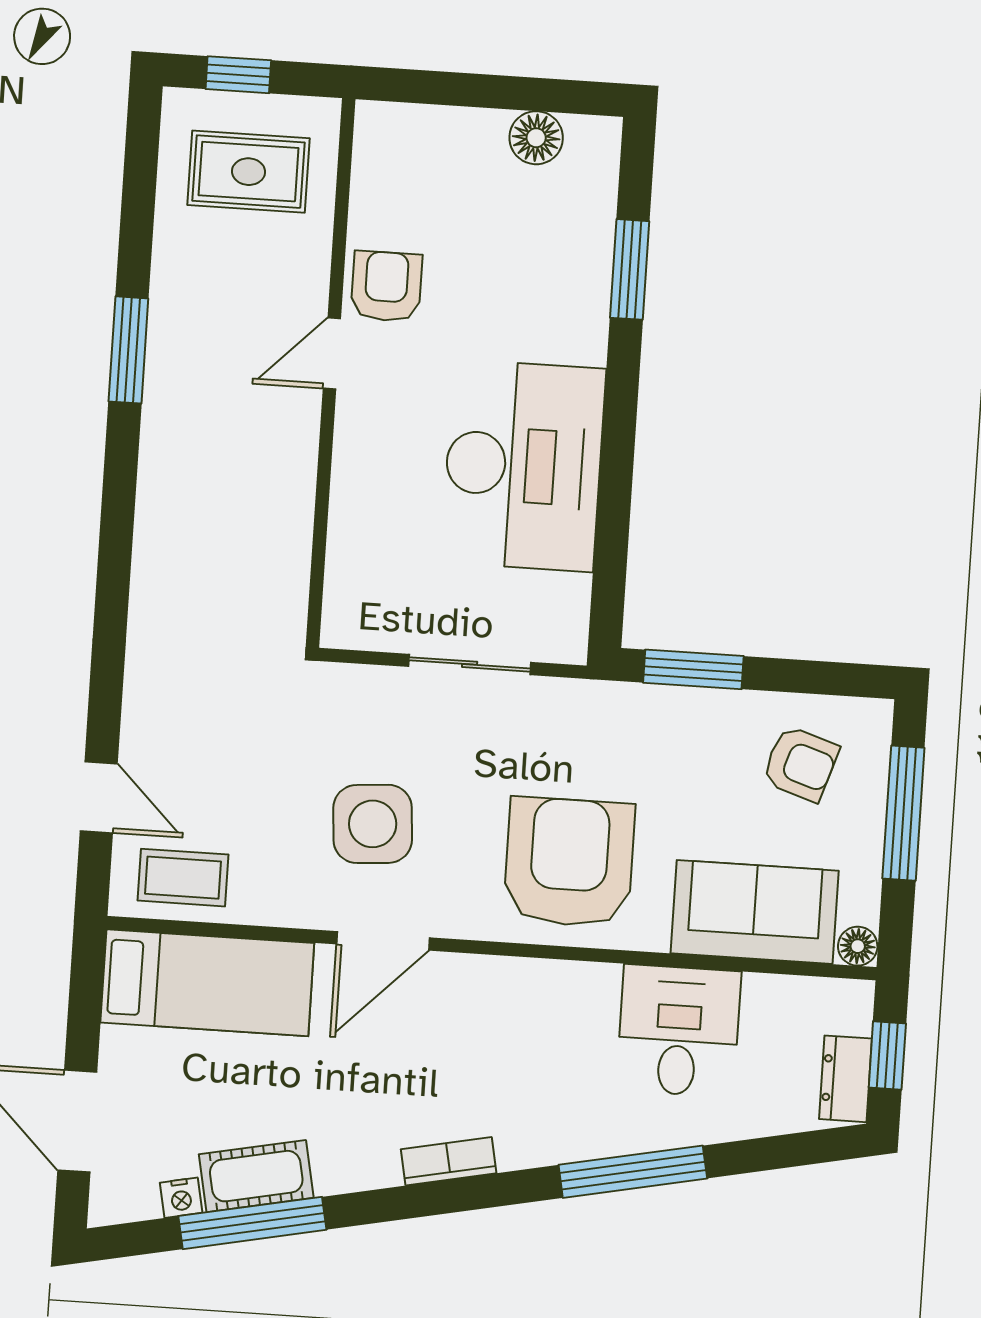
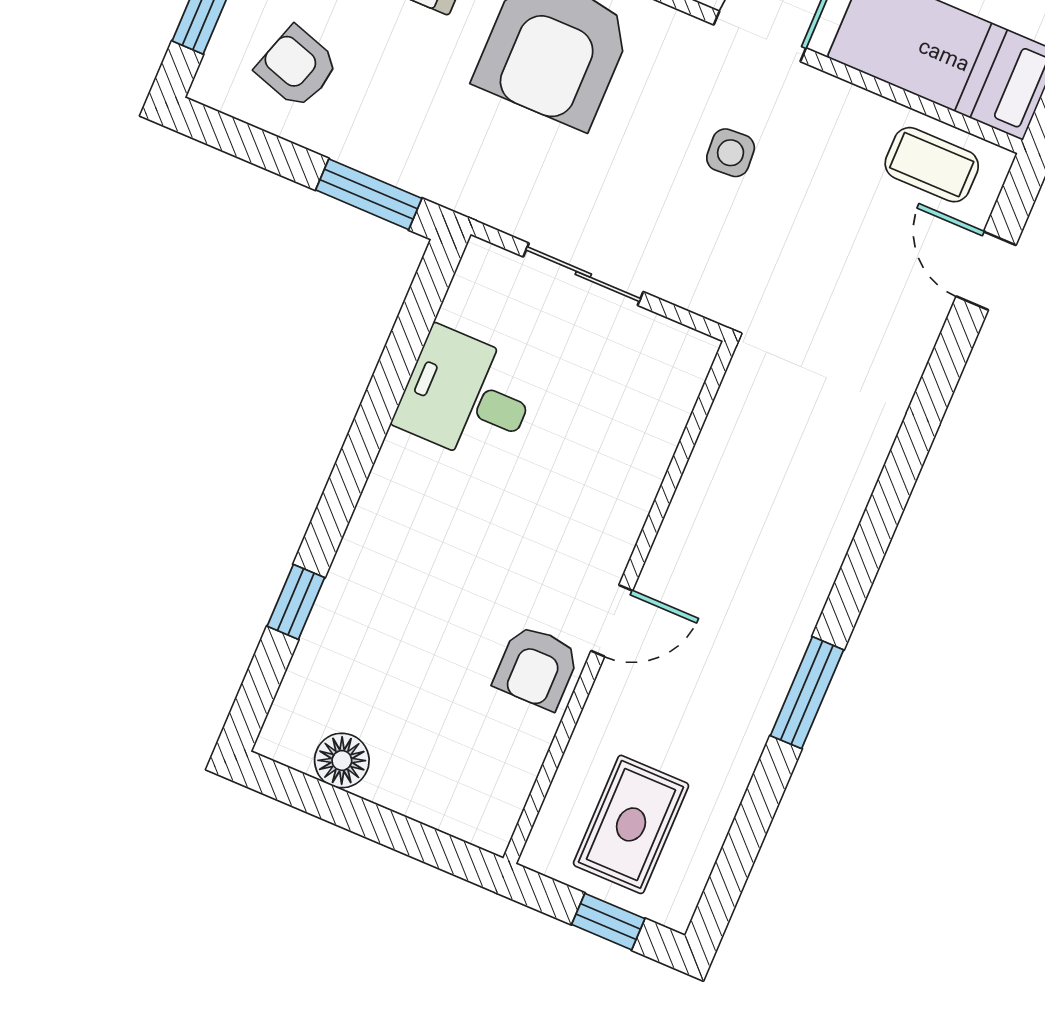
rug: (249, 172) -> (631, 824), turned 90
window: (630, 269) -> (296, 602), width x0.67
desk: (523, 466) -> (467, 396), width x0.53, depth x0.77
side table: (373, 824) -> (731, 153), width x0.54, depth x0.54

